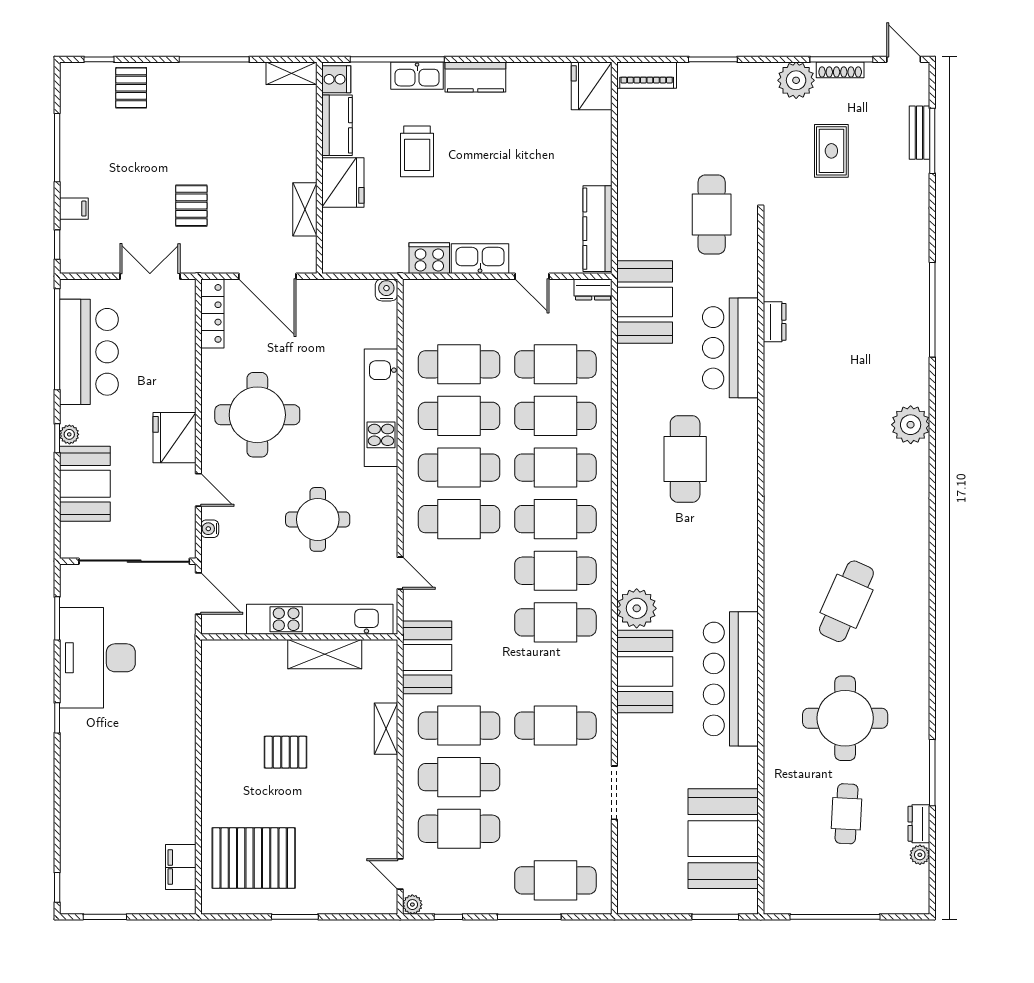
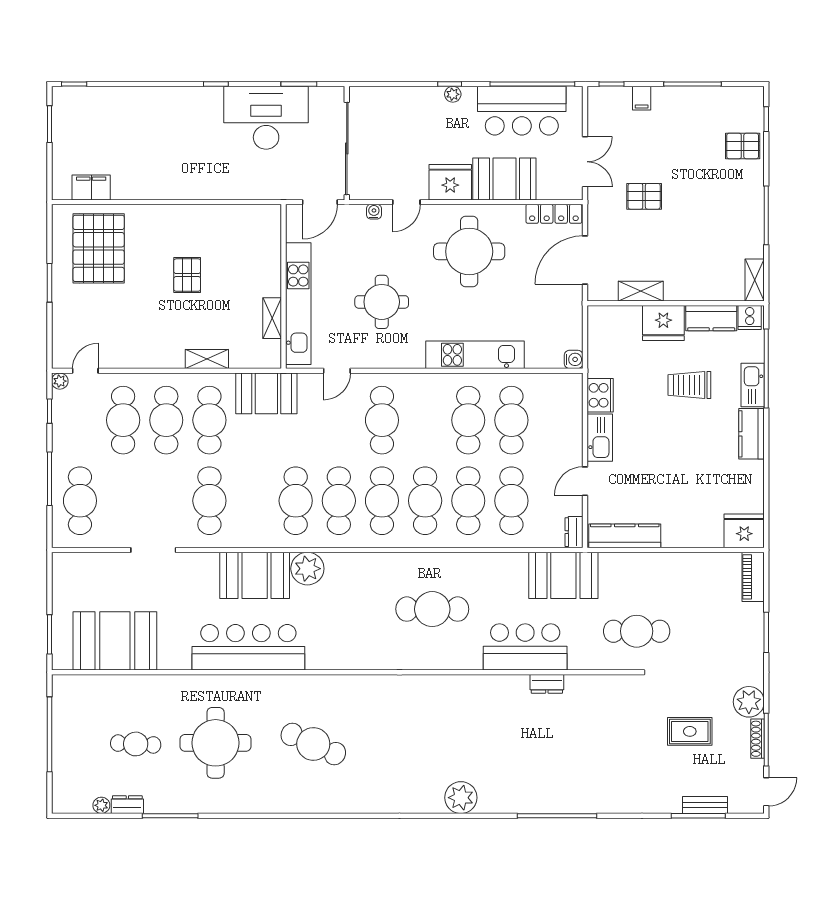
cafe table: (459, 468) -> (425, 420), removed
booth: (85, 484) -> (504, 179), moved
shelving: (325, 654) -> (272, 318), width x0.67, depth x0.75

